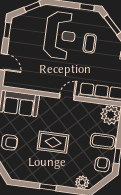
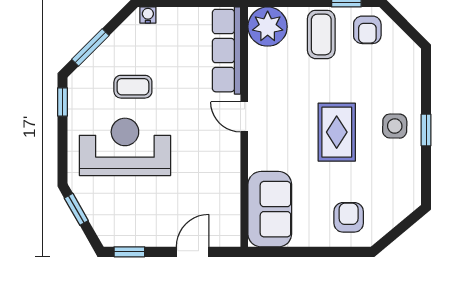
armchair: (102, 165) -> (367, 30), turned -91
side table: (52, 172) -> (395, 126), added
plant: (82, 182) -> (408, 64), removed

